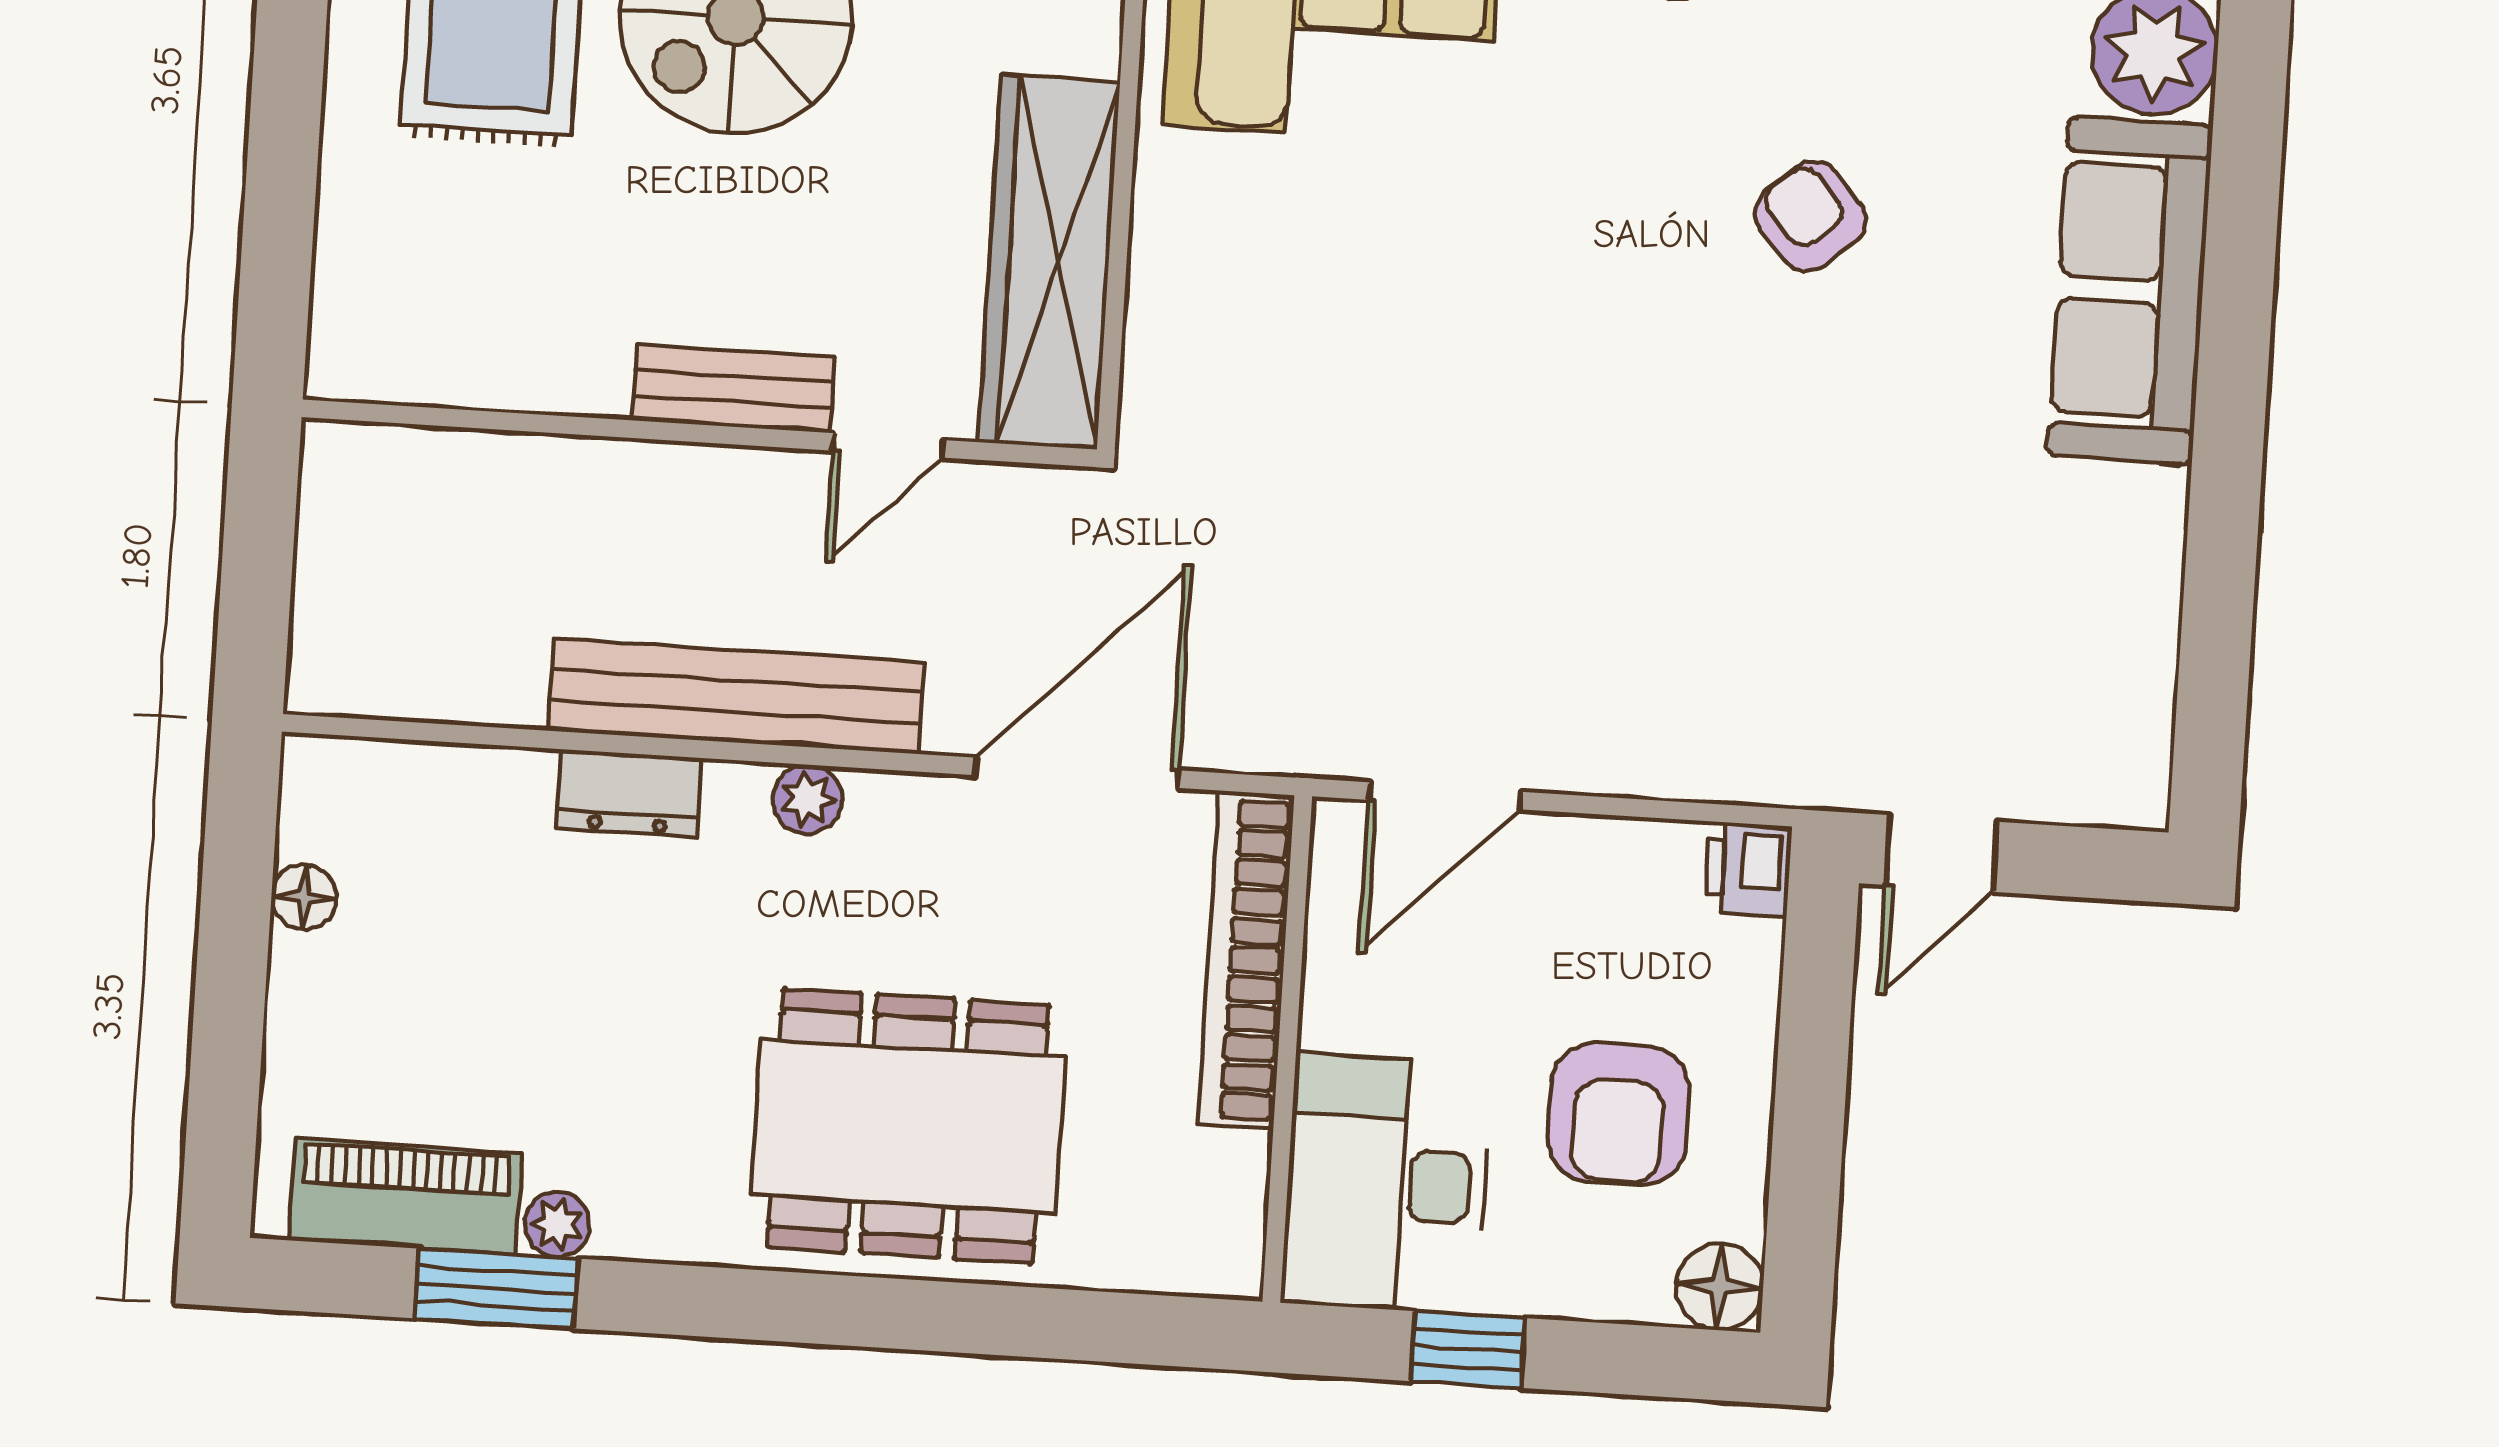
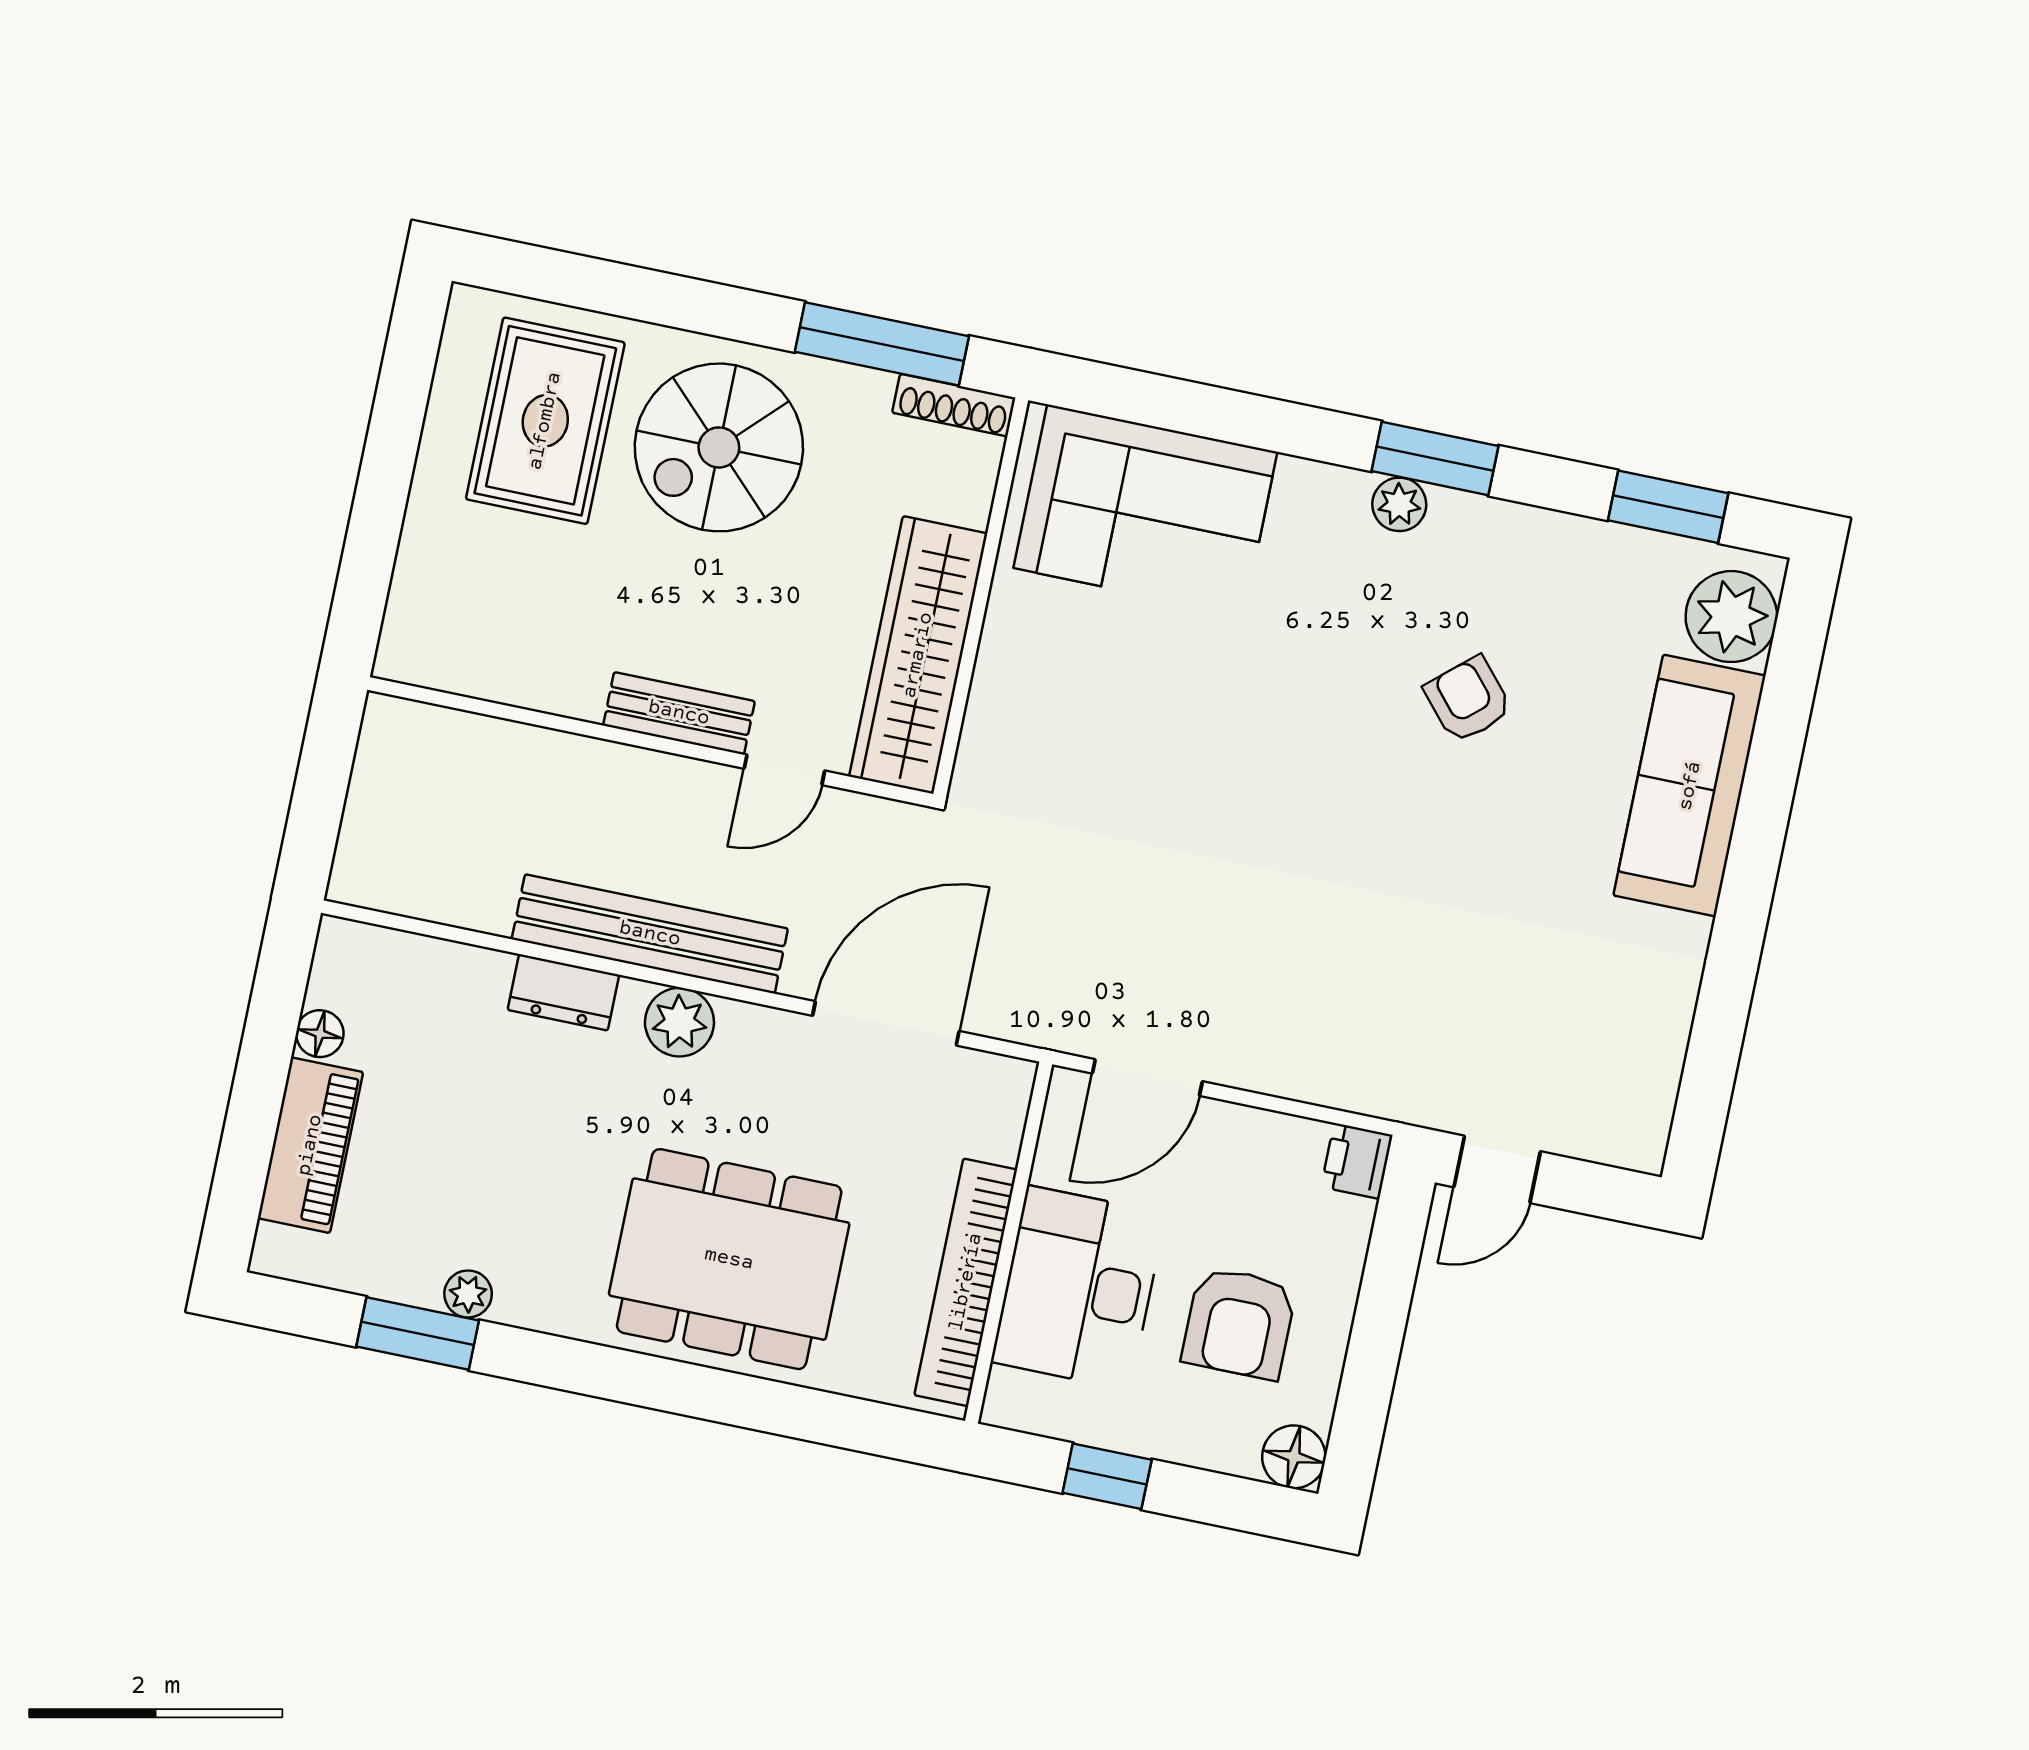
plant: (808, 799) -> (679, 1022), width x1.38, depth x1.38
bookcase: (1246, 960) -> (966, 1282), moved
desk: (1386, 1184) -> (1078, 1288), moved
piano: (405, 1197) -> (310, 1145), moved, turned 90

